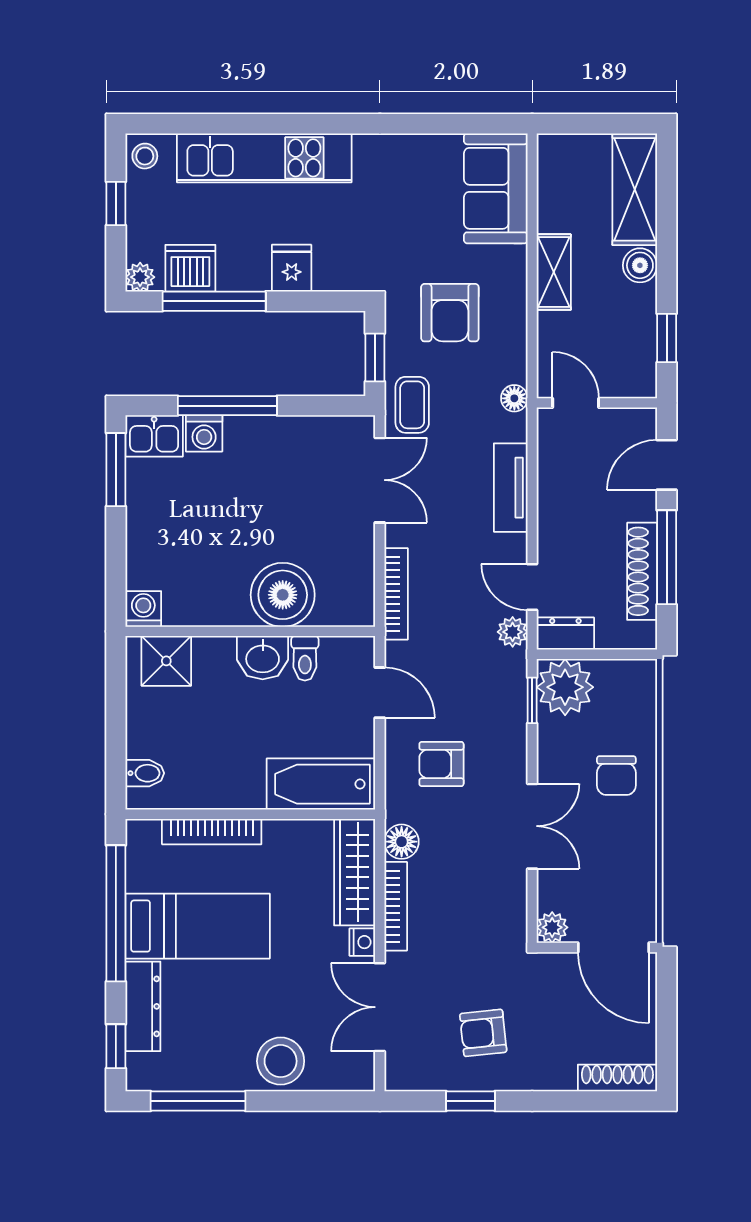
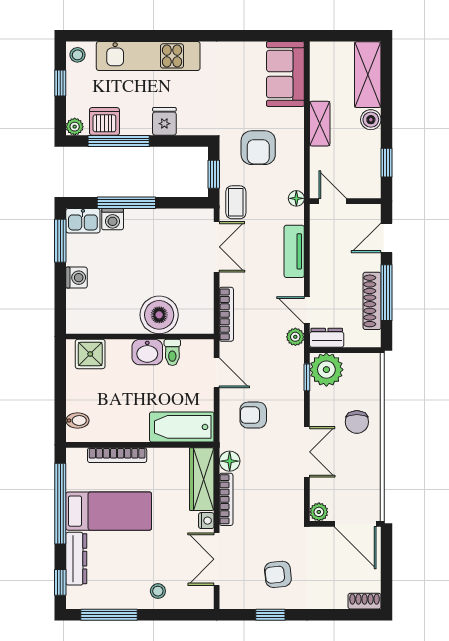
washing machine: (143, 609) -> (77, 278), moved, turned 90
stool: (281, 1061) -> (158, 591), width x0.53, depth x0.53
shoe rack: (617, 1078) -> (365, 601), width x0.70

